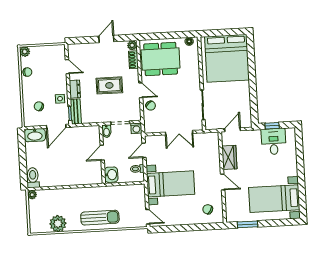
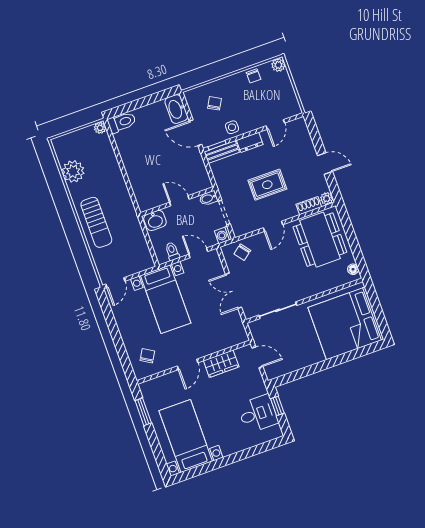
rug: (109, 85) -> (267, 185), turned 90
chair: (151, 106) -> (242, 252), moved

